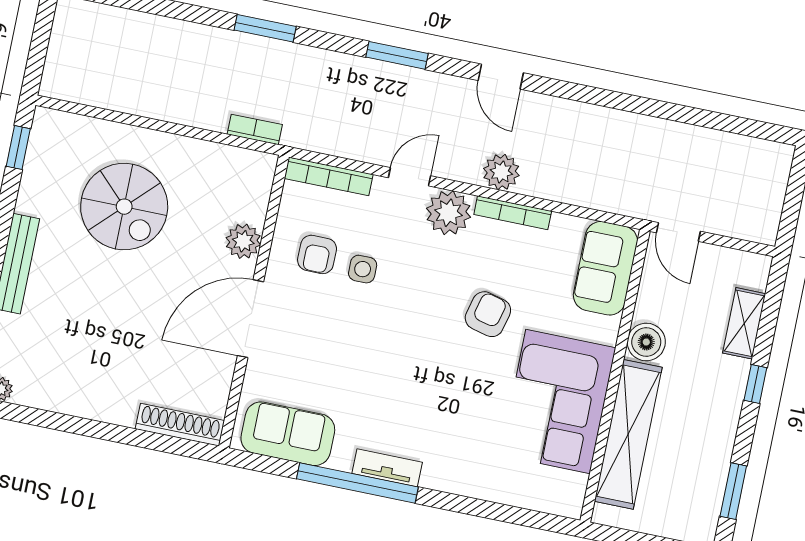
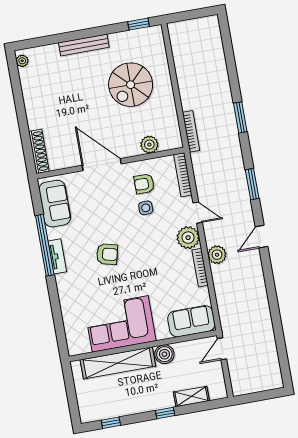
bookcase: (255, 129) -> (191, 131), width x1.56
plant: (243, 241) -> (149, 145), moved
armchair: (488, 314) -> (107, 254), moved
window: (733, 491) -> (111, 423), width x0.67

